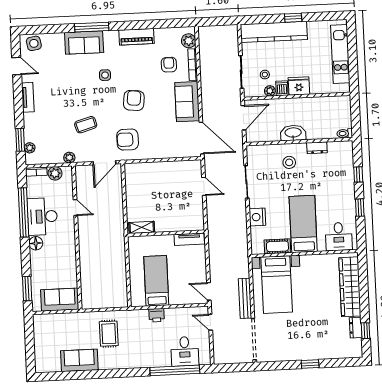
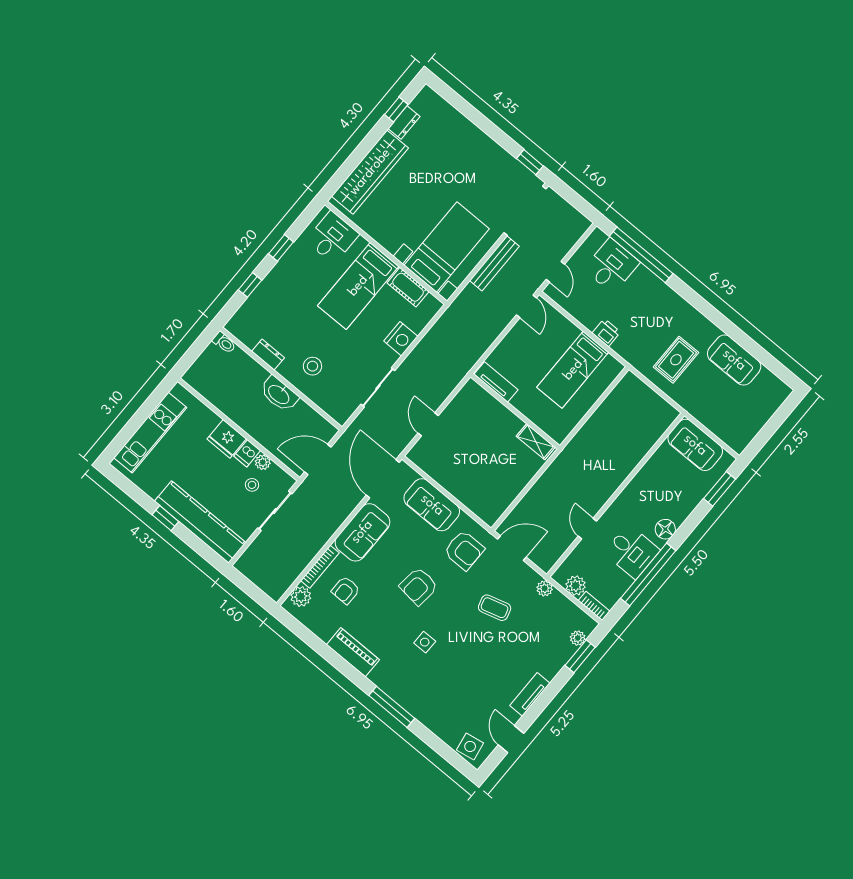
sofa: (84, 43) -> (432, 505), moved, turned 180
desk: (42, 216) -> (632, 552), width x0.73
window: (310, 364) -> (530, 162), moved

